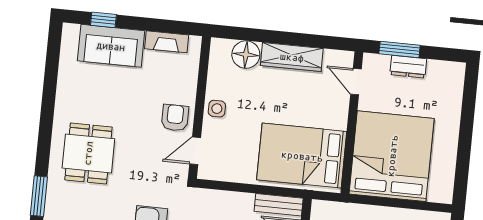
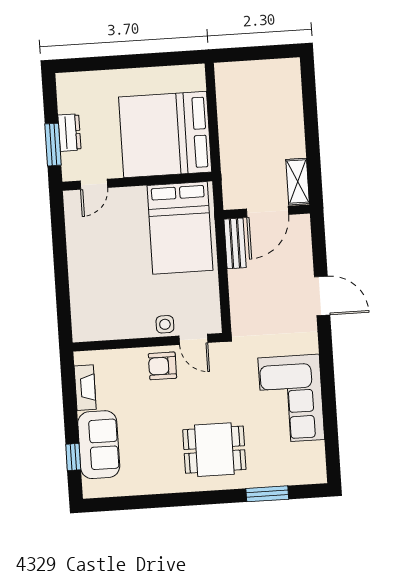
floor lamp: (246, 55) -> (85, 303), removed
wardrobe: (292, 57) -> (79, 255), removed
side table: (217, 109) -> (165, 324), moved

